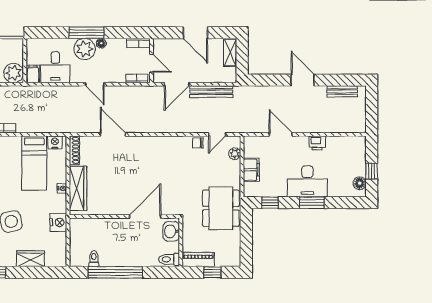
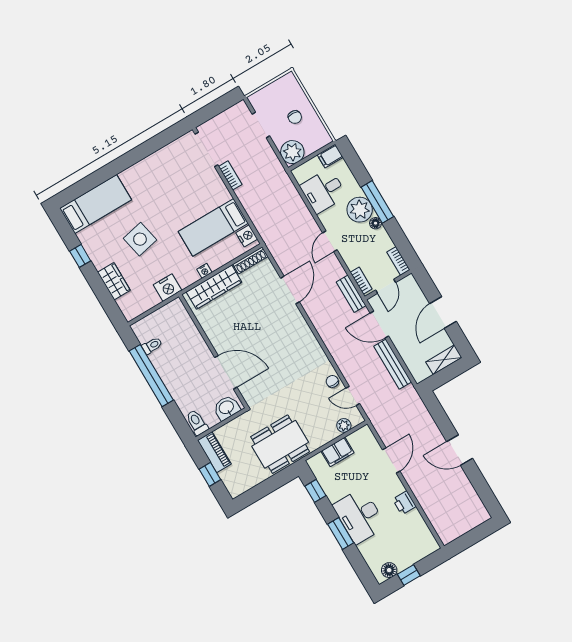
filing cabinet: (33, 74) -> (330, 156), moved, turned 180
door: (303, 80) -> (460, 450), swing flipped
bench: (342, 91) -> (351, 294), moved

